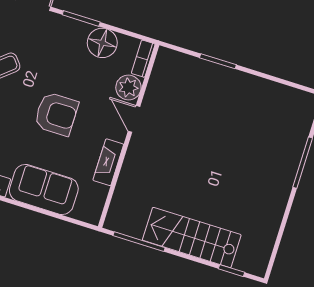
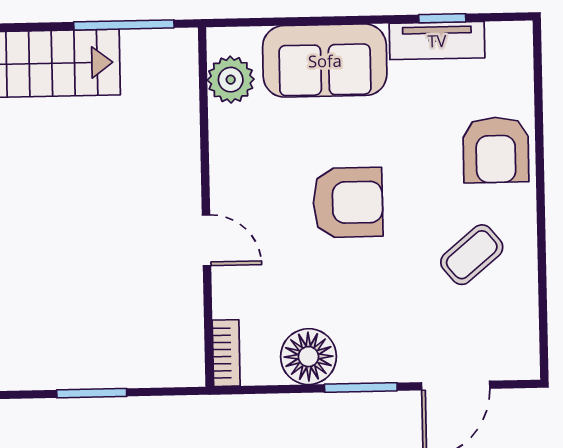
plant: (128, 88) -> (231, 80), moved
armchair: (56, 114) -> (348, 202), turned 180
fireplace: (108, 162) -> (226, 148), removed

